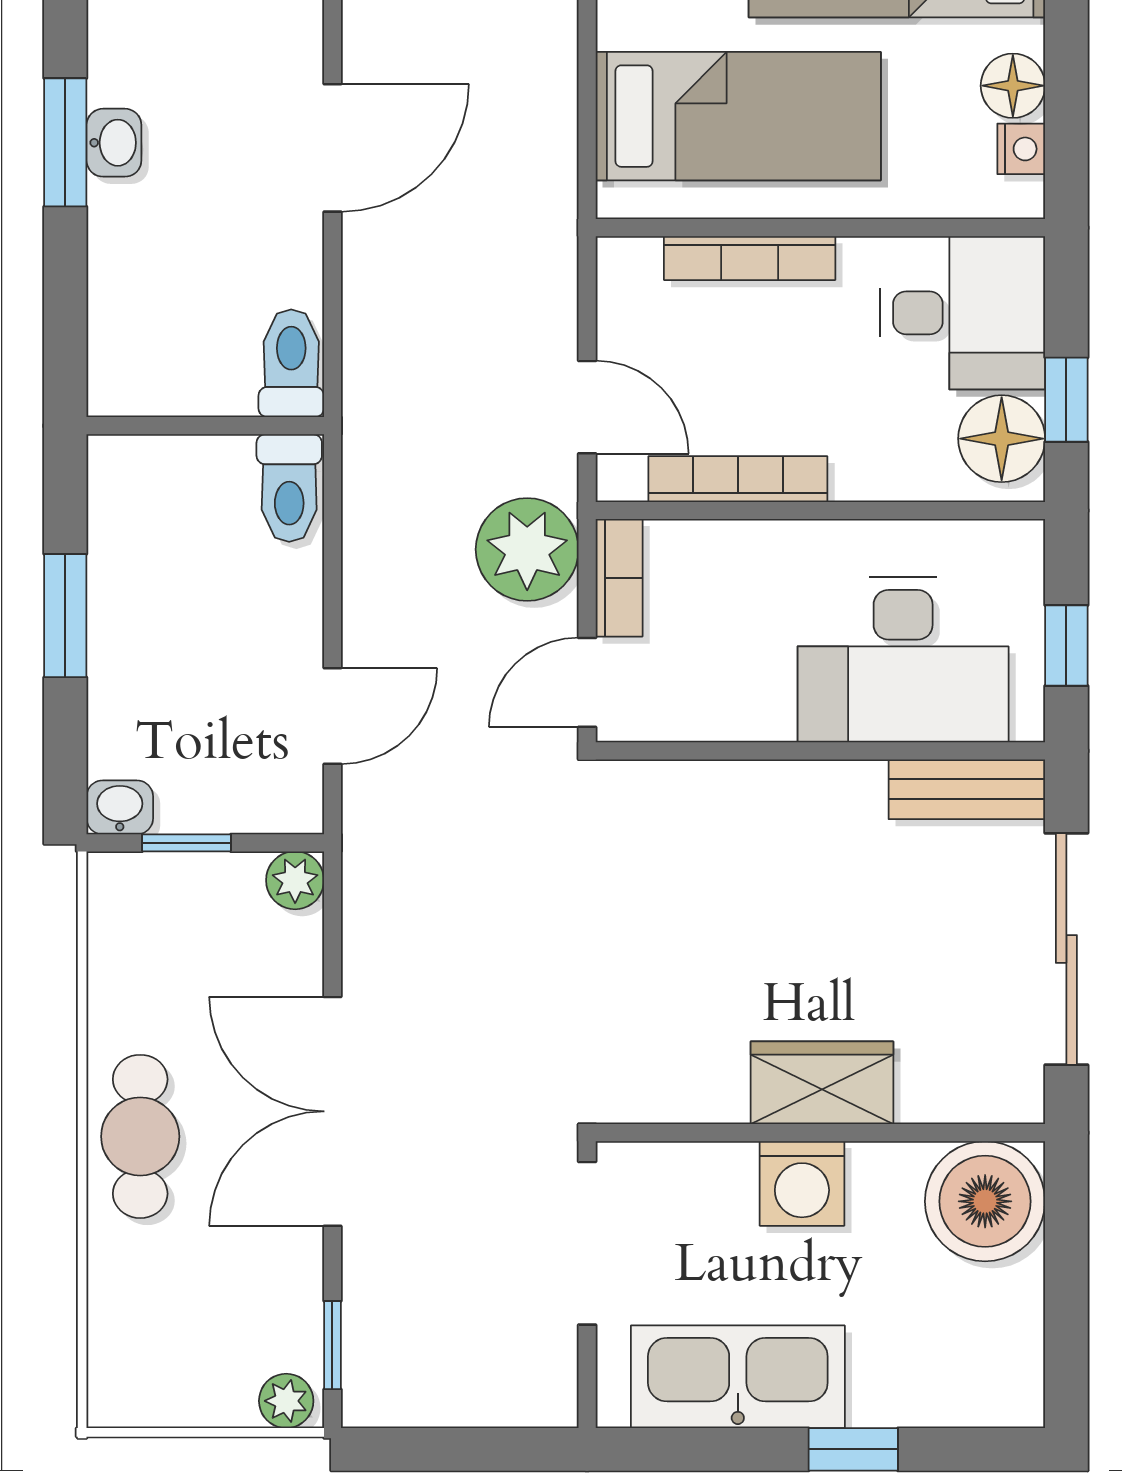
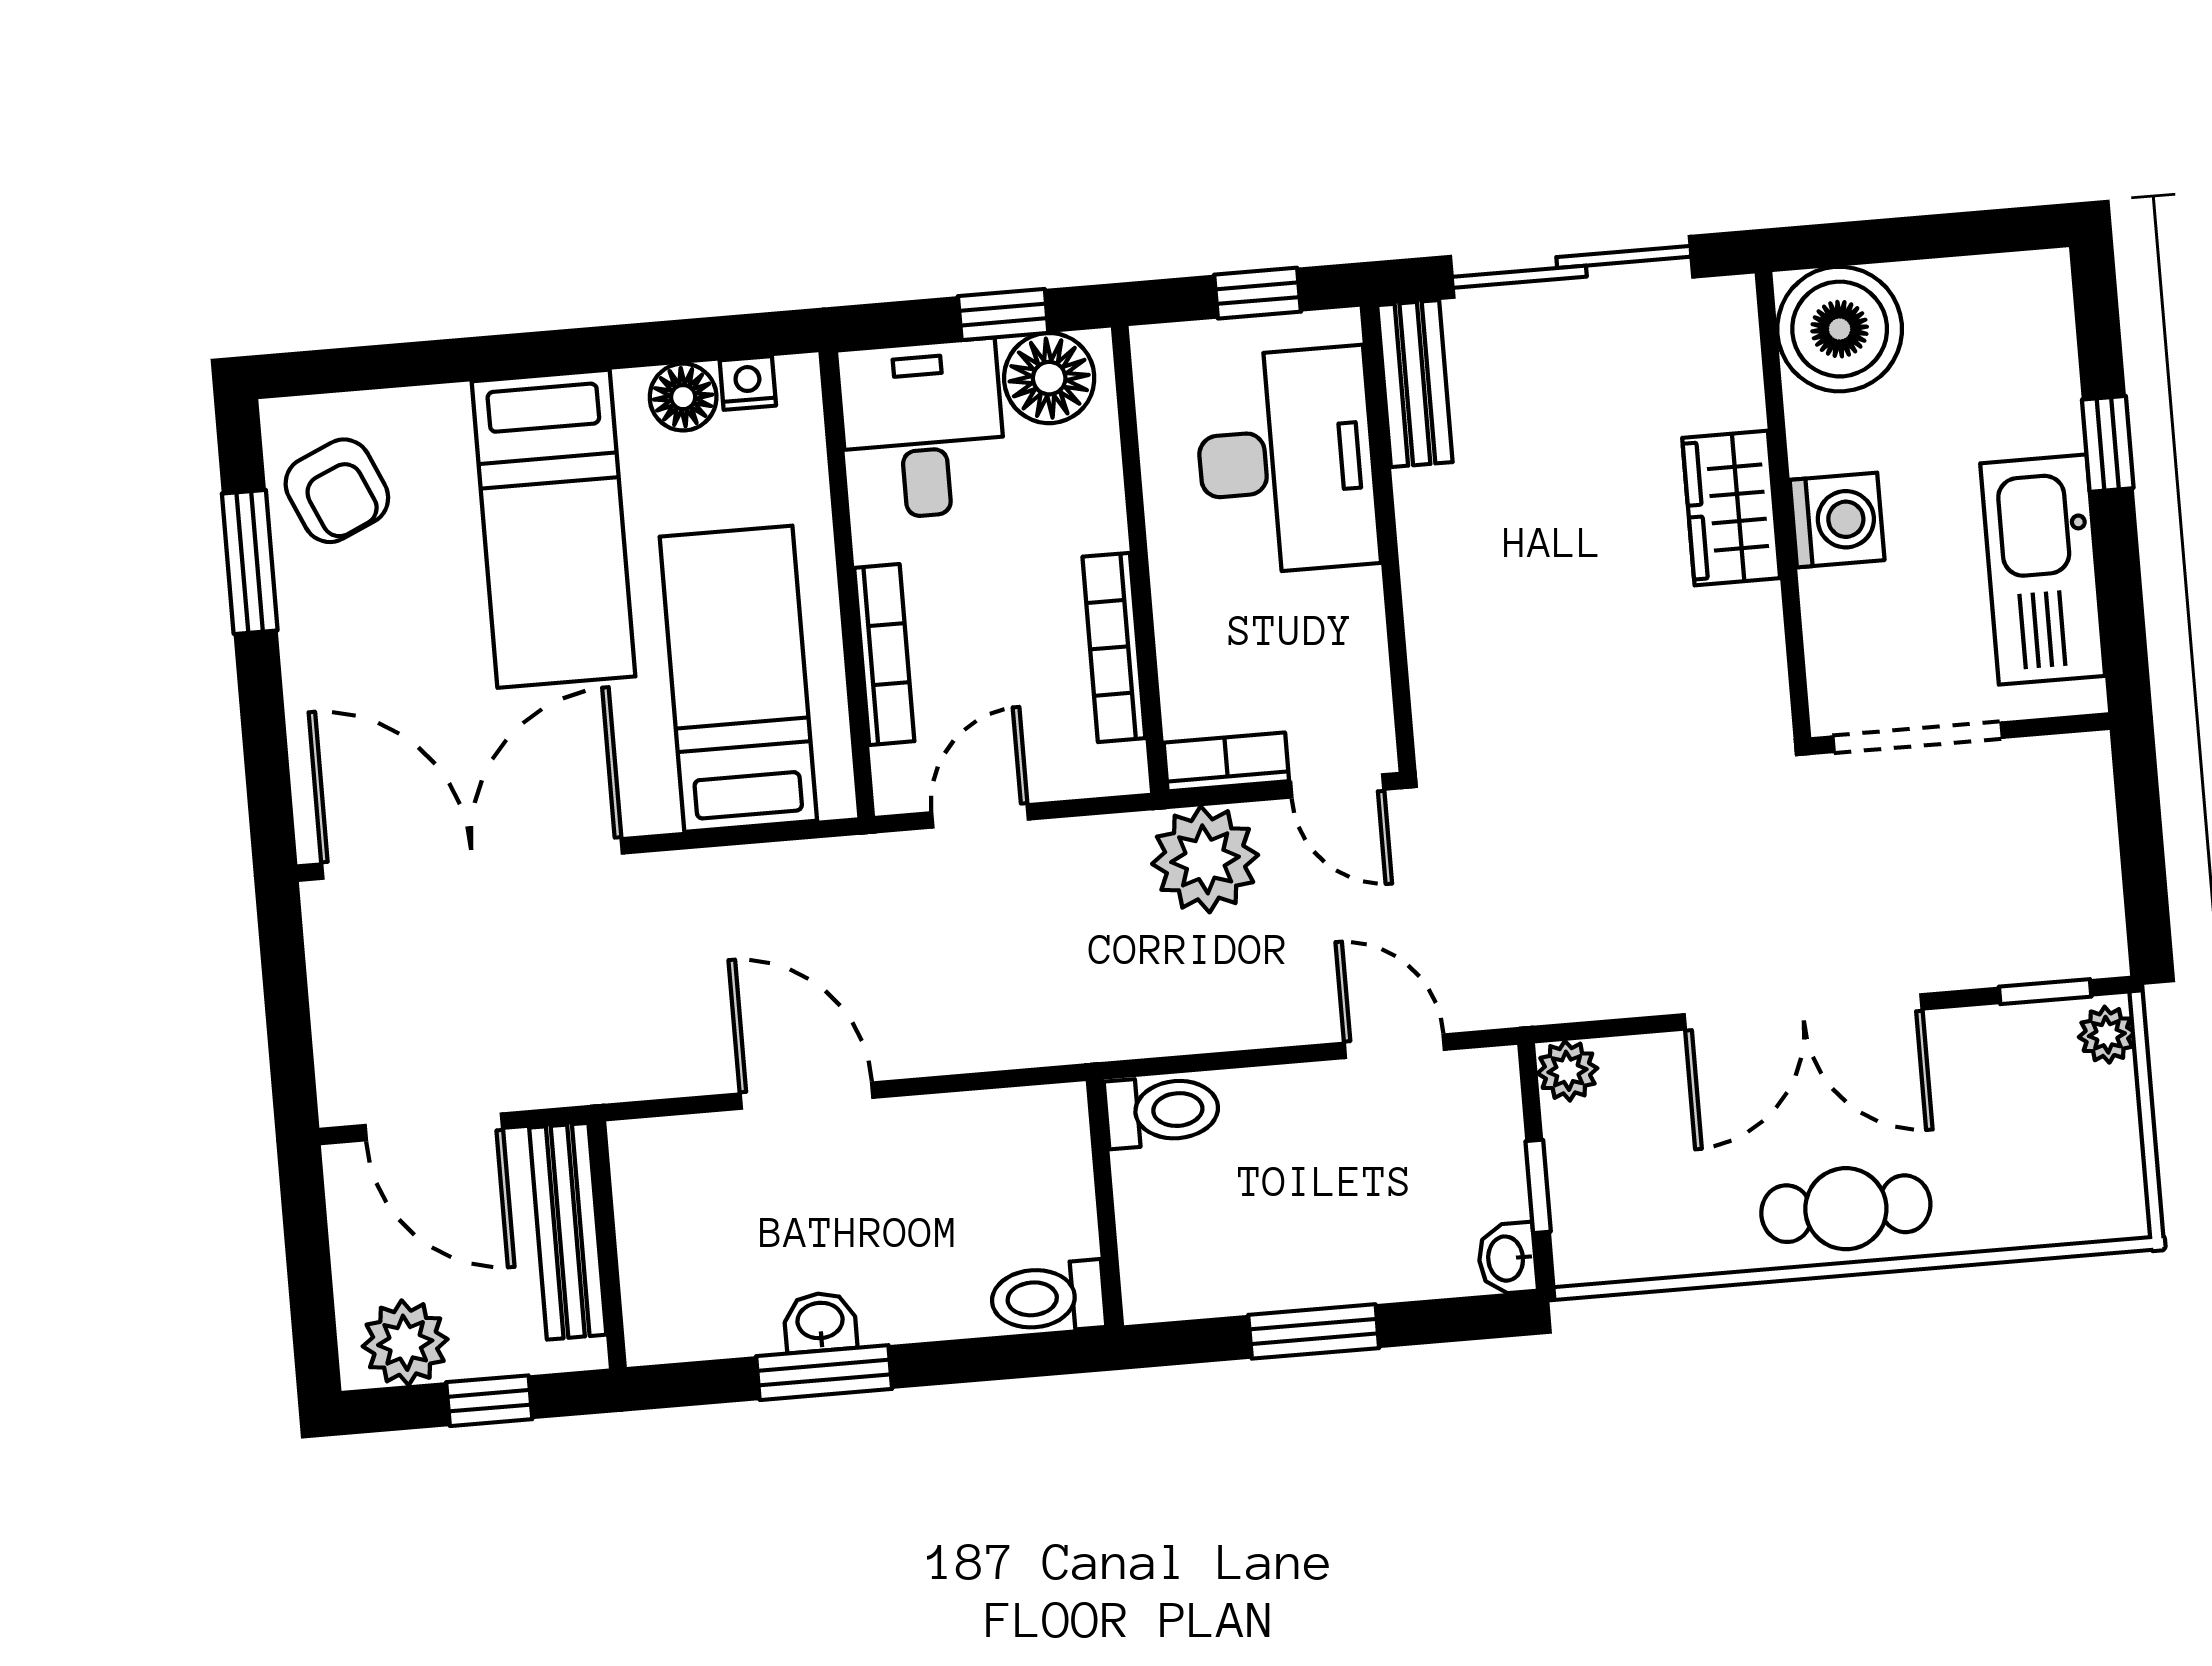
toilet: (291, 363) -> (1048, 1298), moved
door: (587, 407) -> (980, 816), moved

